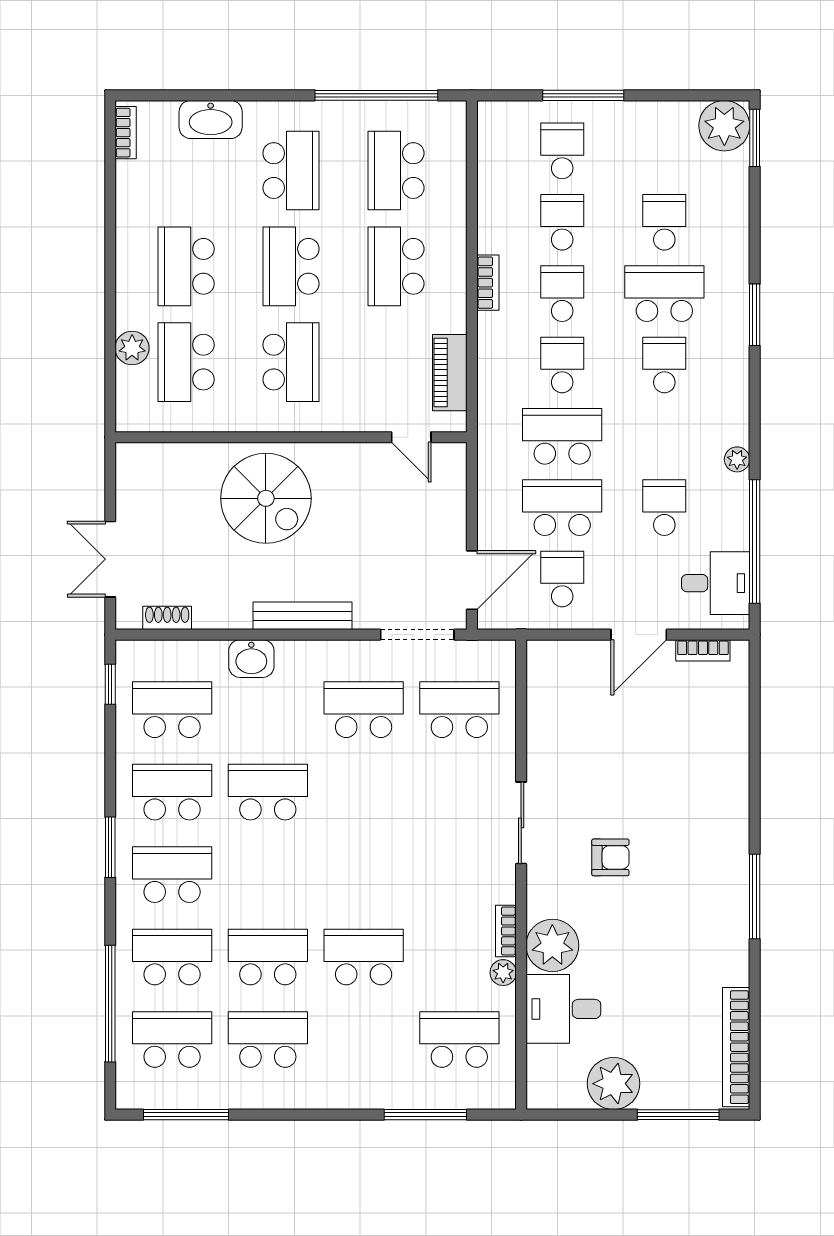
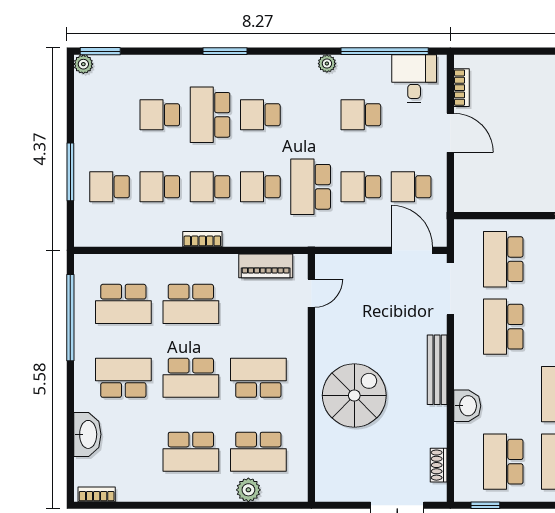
plant: (724, 126) -> (83, 64), width x0.53, depth x0.53
school desk: (562, 508) -> (361, 187), width x0.54

